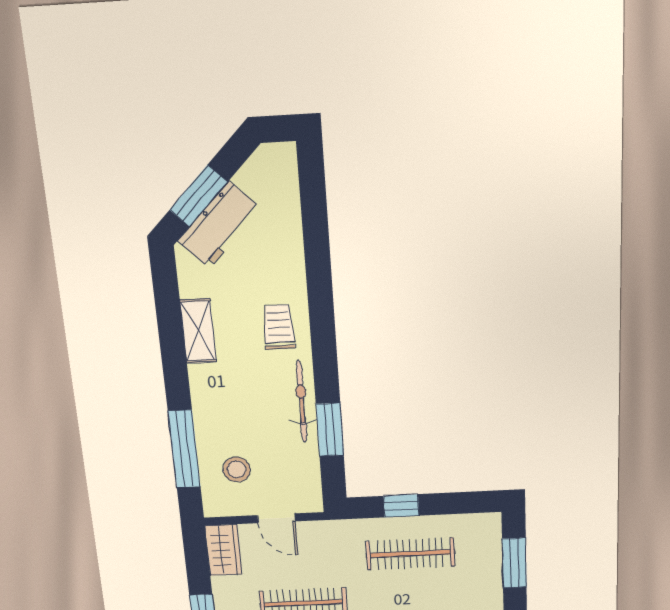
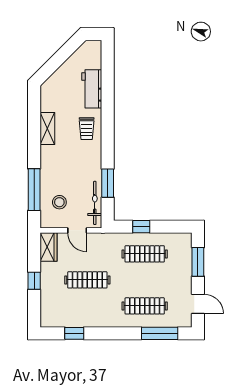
window: (199, 196) -> (54, 63), removed
workbench: (219, 225) -> (92, 89), moved, turned 135
trolley: (279, 327) -> (87, 129), turned 180
bicycle: (302, 401) -> (95, 203), moved

